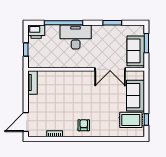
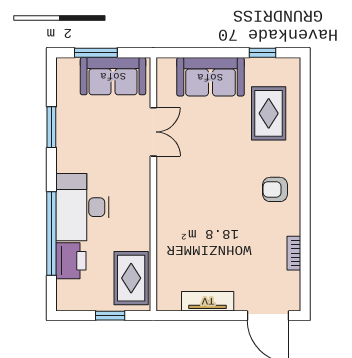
printer: (36, 32) -> (71, 261), moved
rug: (43, 59) -> (131, 278), added
double door: (110, 69) -> (153, 132), width x0.73
tv unit: (32, 83) -> (208, 301), moved
rug: (131, 120) -> (269, 113), moved

